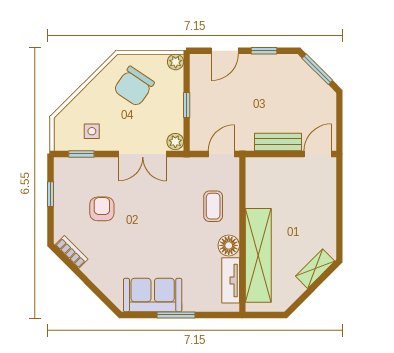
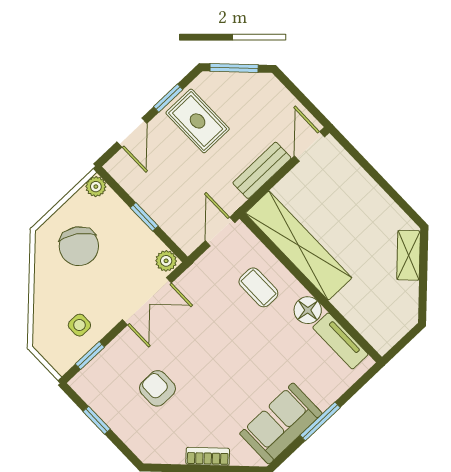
rug: (268, 79) -> (198, 121), added
bookcase: (71, 252) -> (208, 456), moved
shelving: (258, 255) -> (299, 246), moved

